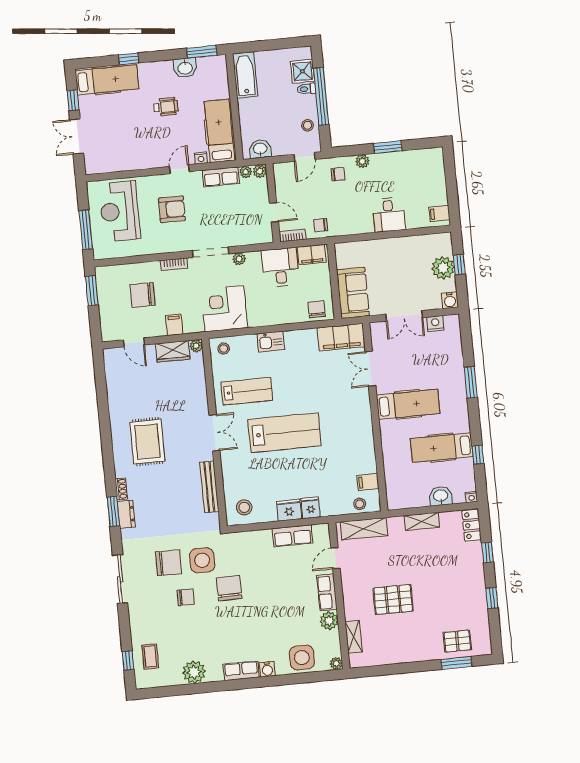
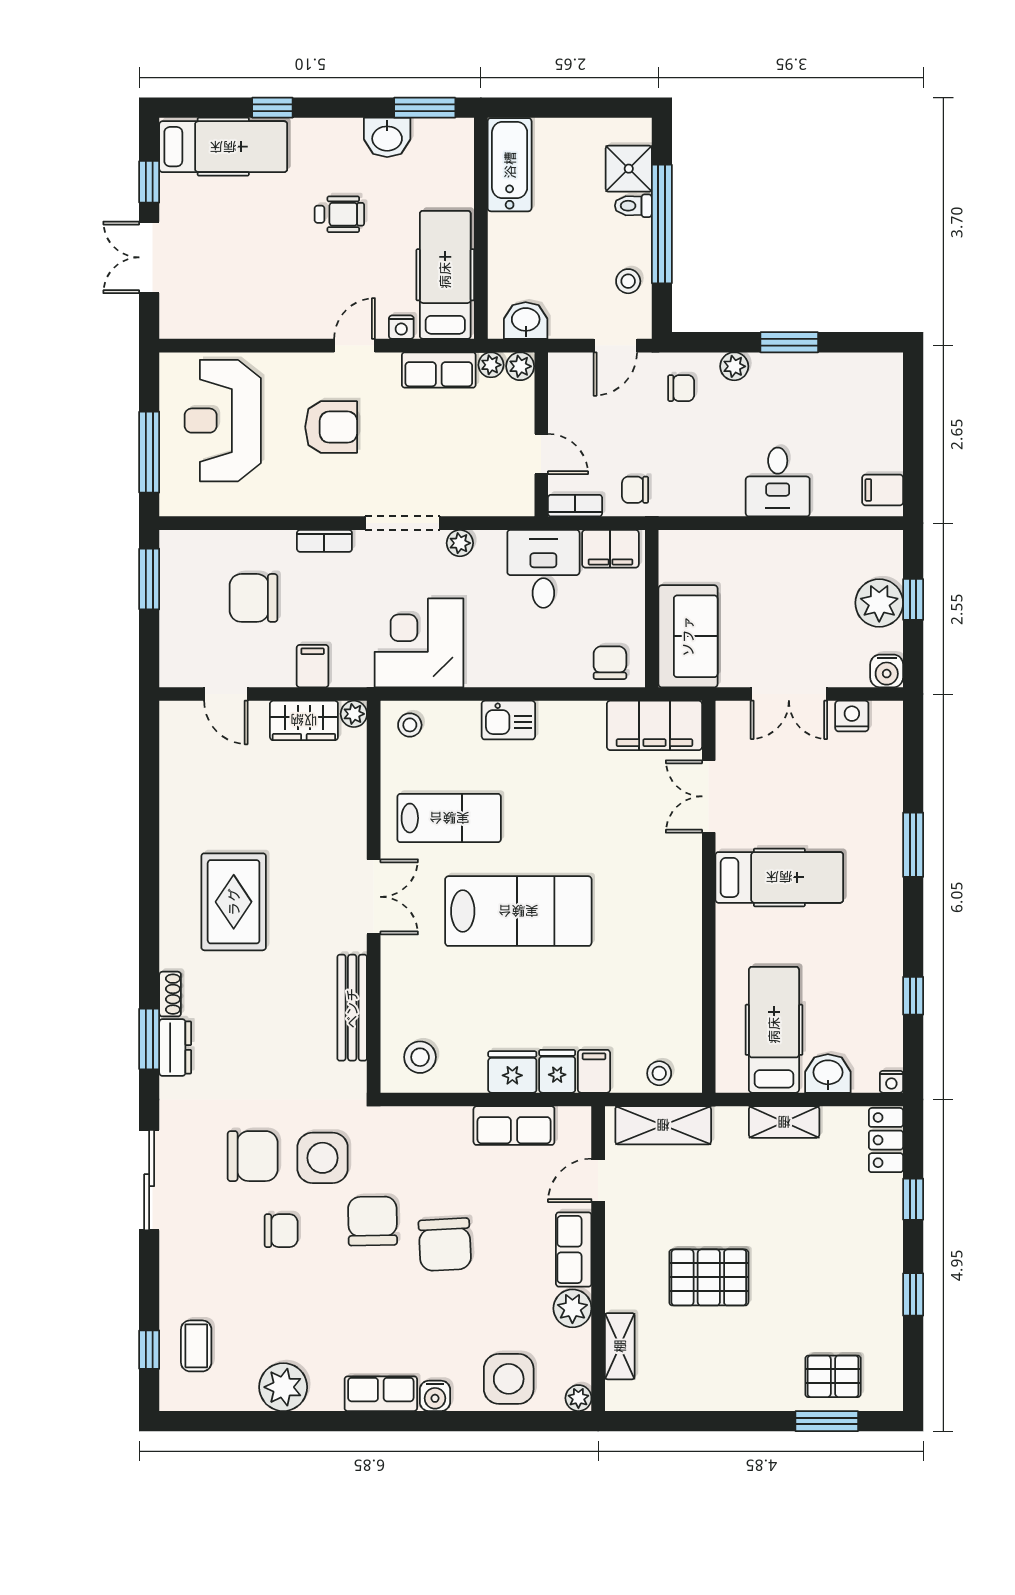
hospital bed: (442, 448) -> (774, 1030), moved, turned 90
filing cabinet: (368, 482) -> (594, 1071), moved, turned 90
chair: (265, 596) -> (445, 1245), added

